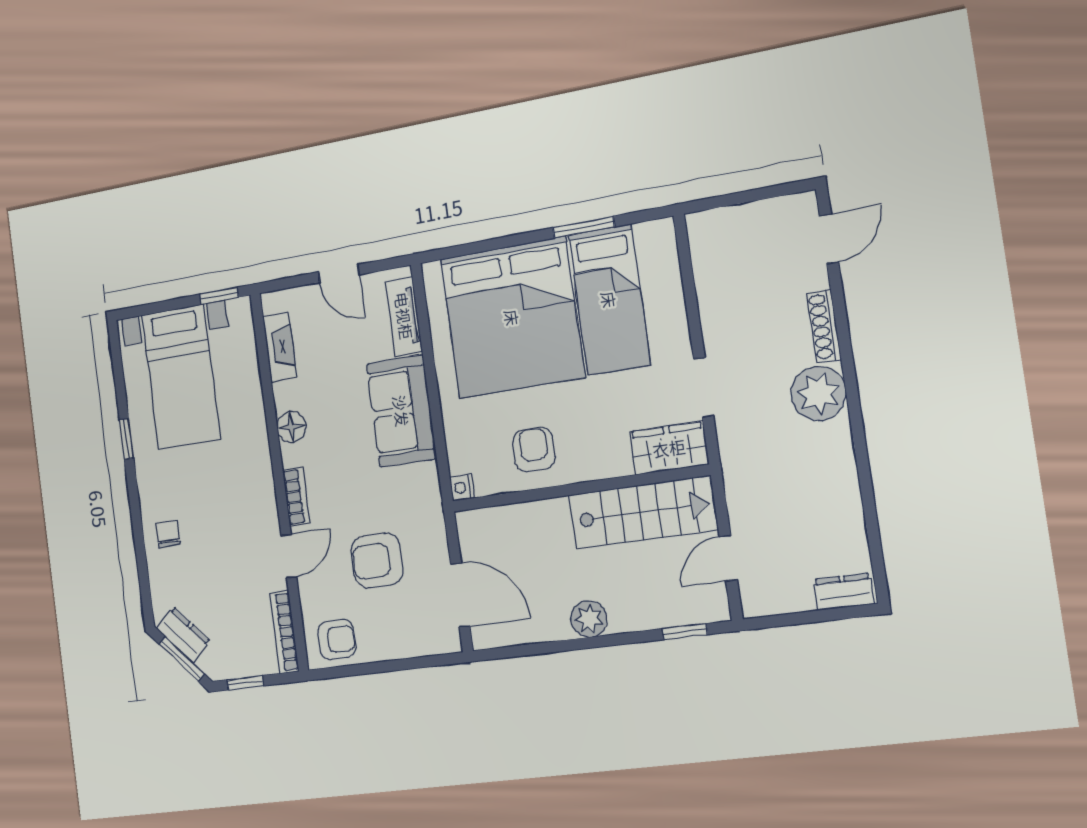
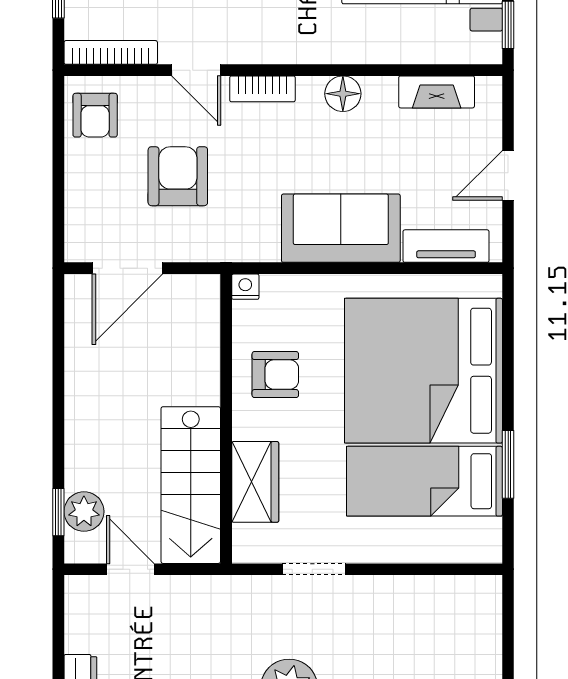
wardrobe: (669, 448) -> (255, 482), moved
plant: (589, 619) -> (84, 512), moved

